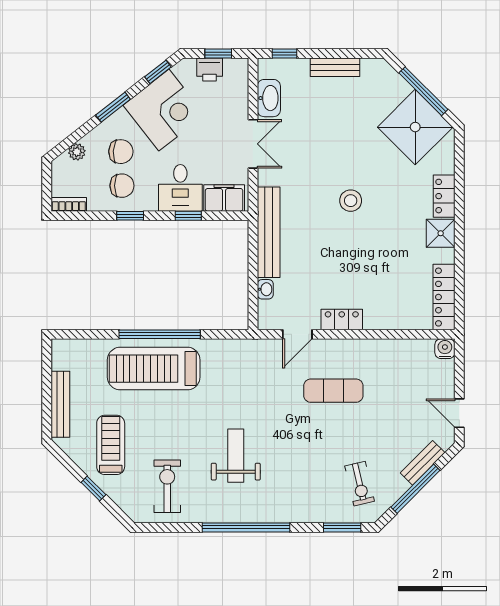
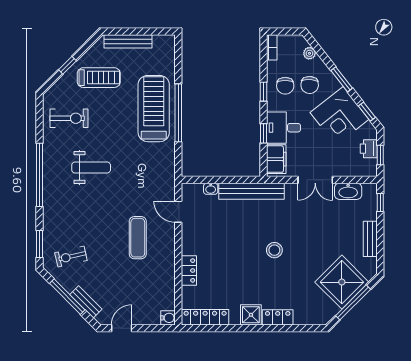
shower: (415, 127) -> (342, 282), moved
locker: (342, 320) -> (189, 270), moved

